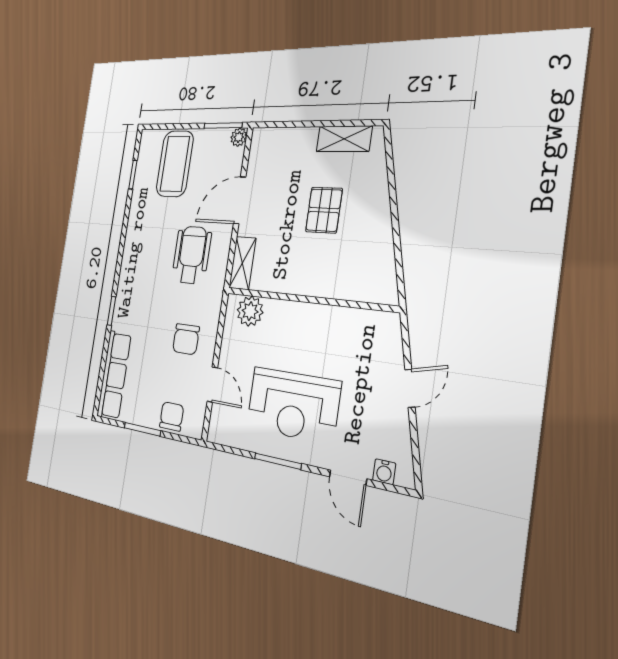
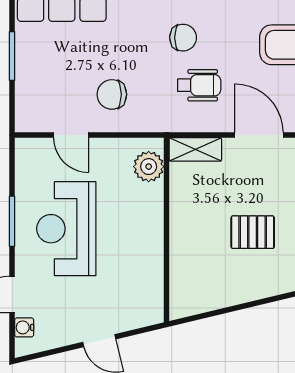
wheelchair: (192, 255) -> (199, 85), width x0.73, depth x0.73
door: (212, 385) -> (71, 135), hinge flipped
chair: (172, 416) -> (183, 38), moved

